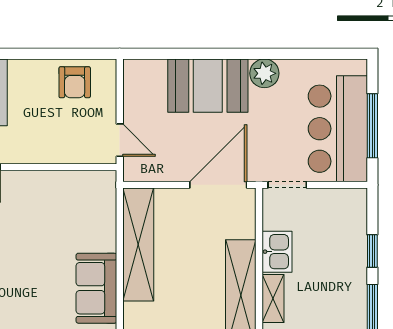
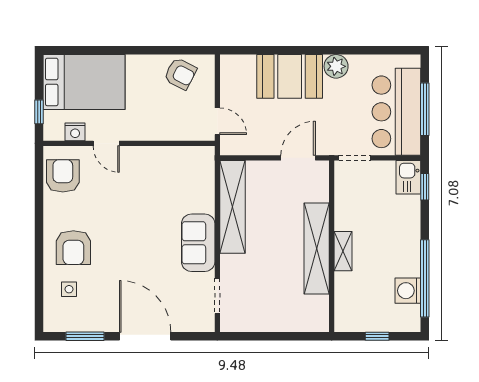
armchair: (75, 82) -> (180, 74), turned -63
door: (218, 185) -> (298, 158), width x0.73
window: (372, 251) -> (425, 187), moved
kitchen sink: (277, 252) -> (408, 177), moved, turned 180

